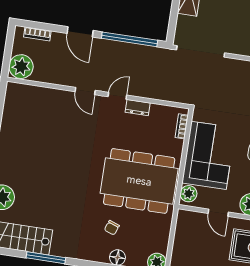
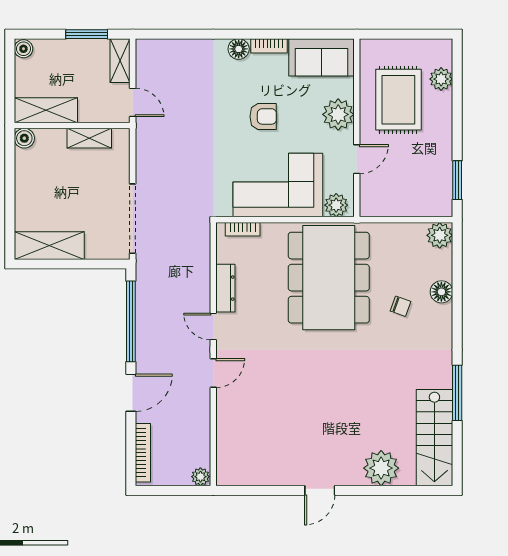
bookcase: (37, 34) -> (143, 453), width x1.56
plant: (21, 67) -> (200, 477), width x0.53, depth x0.53
dresser: (138, 108) -> (225, 288), width x1.44

